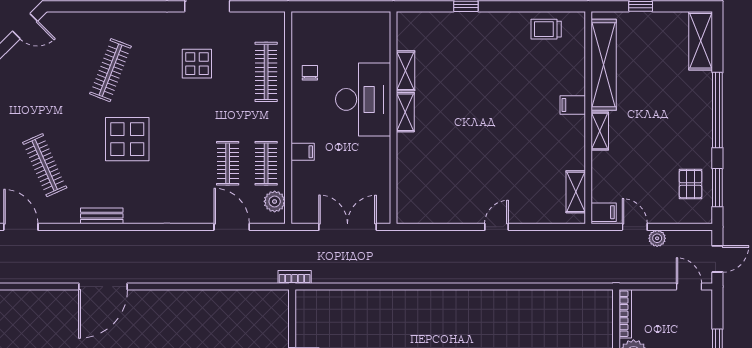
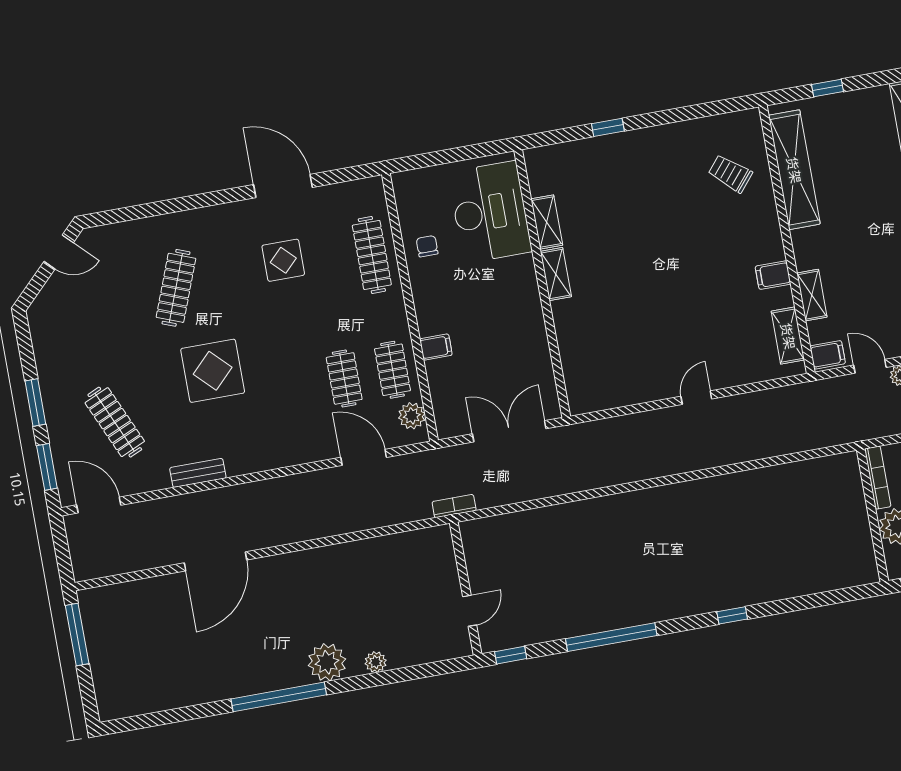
trolley: (546, 29) -> (730, 174), moved, turned 40
desk: (363, 99) -> (490, 212), moved
filing cabinet: (573, 105) -> (773, 275), moved
shelving: (600, 131) -> (812, 295), moved

